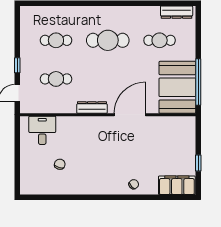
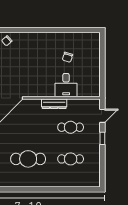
dresser: (92, 107) -> (54, 104), moved
desk: (42, 130) -> (66, 85), moved

